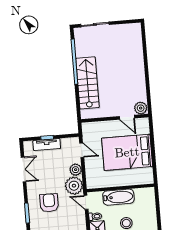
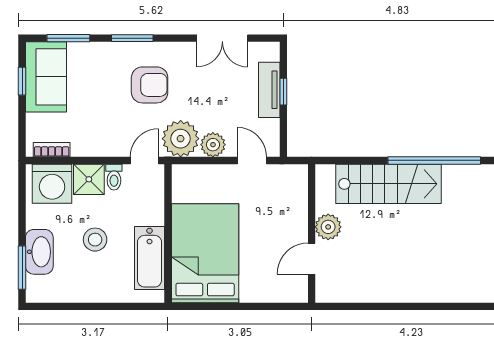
plant: (141, 108) -> (328, 227), moved
door: (82, 150) -> (252, 160), swing flipped
bed: (127, 152) -> (205, 253), moved
bathtub: (118, 197) -> (150, 258), moved

